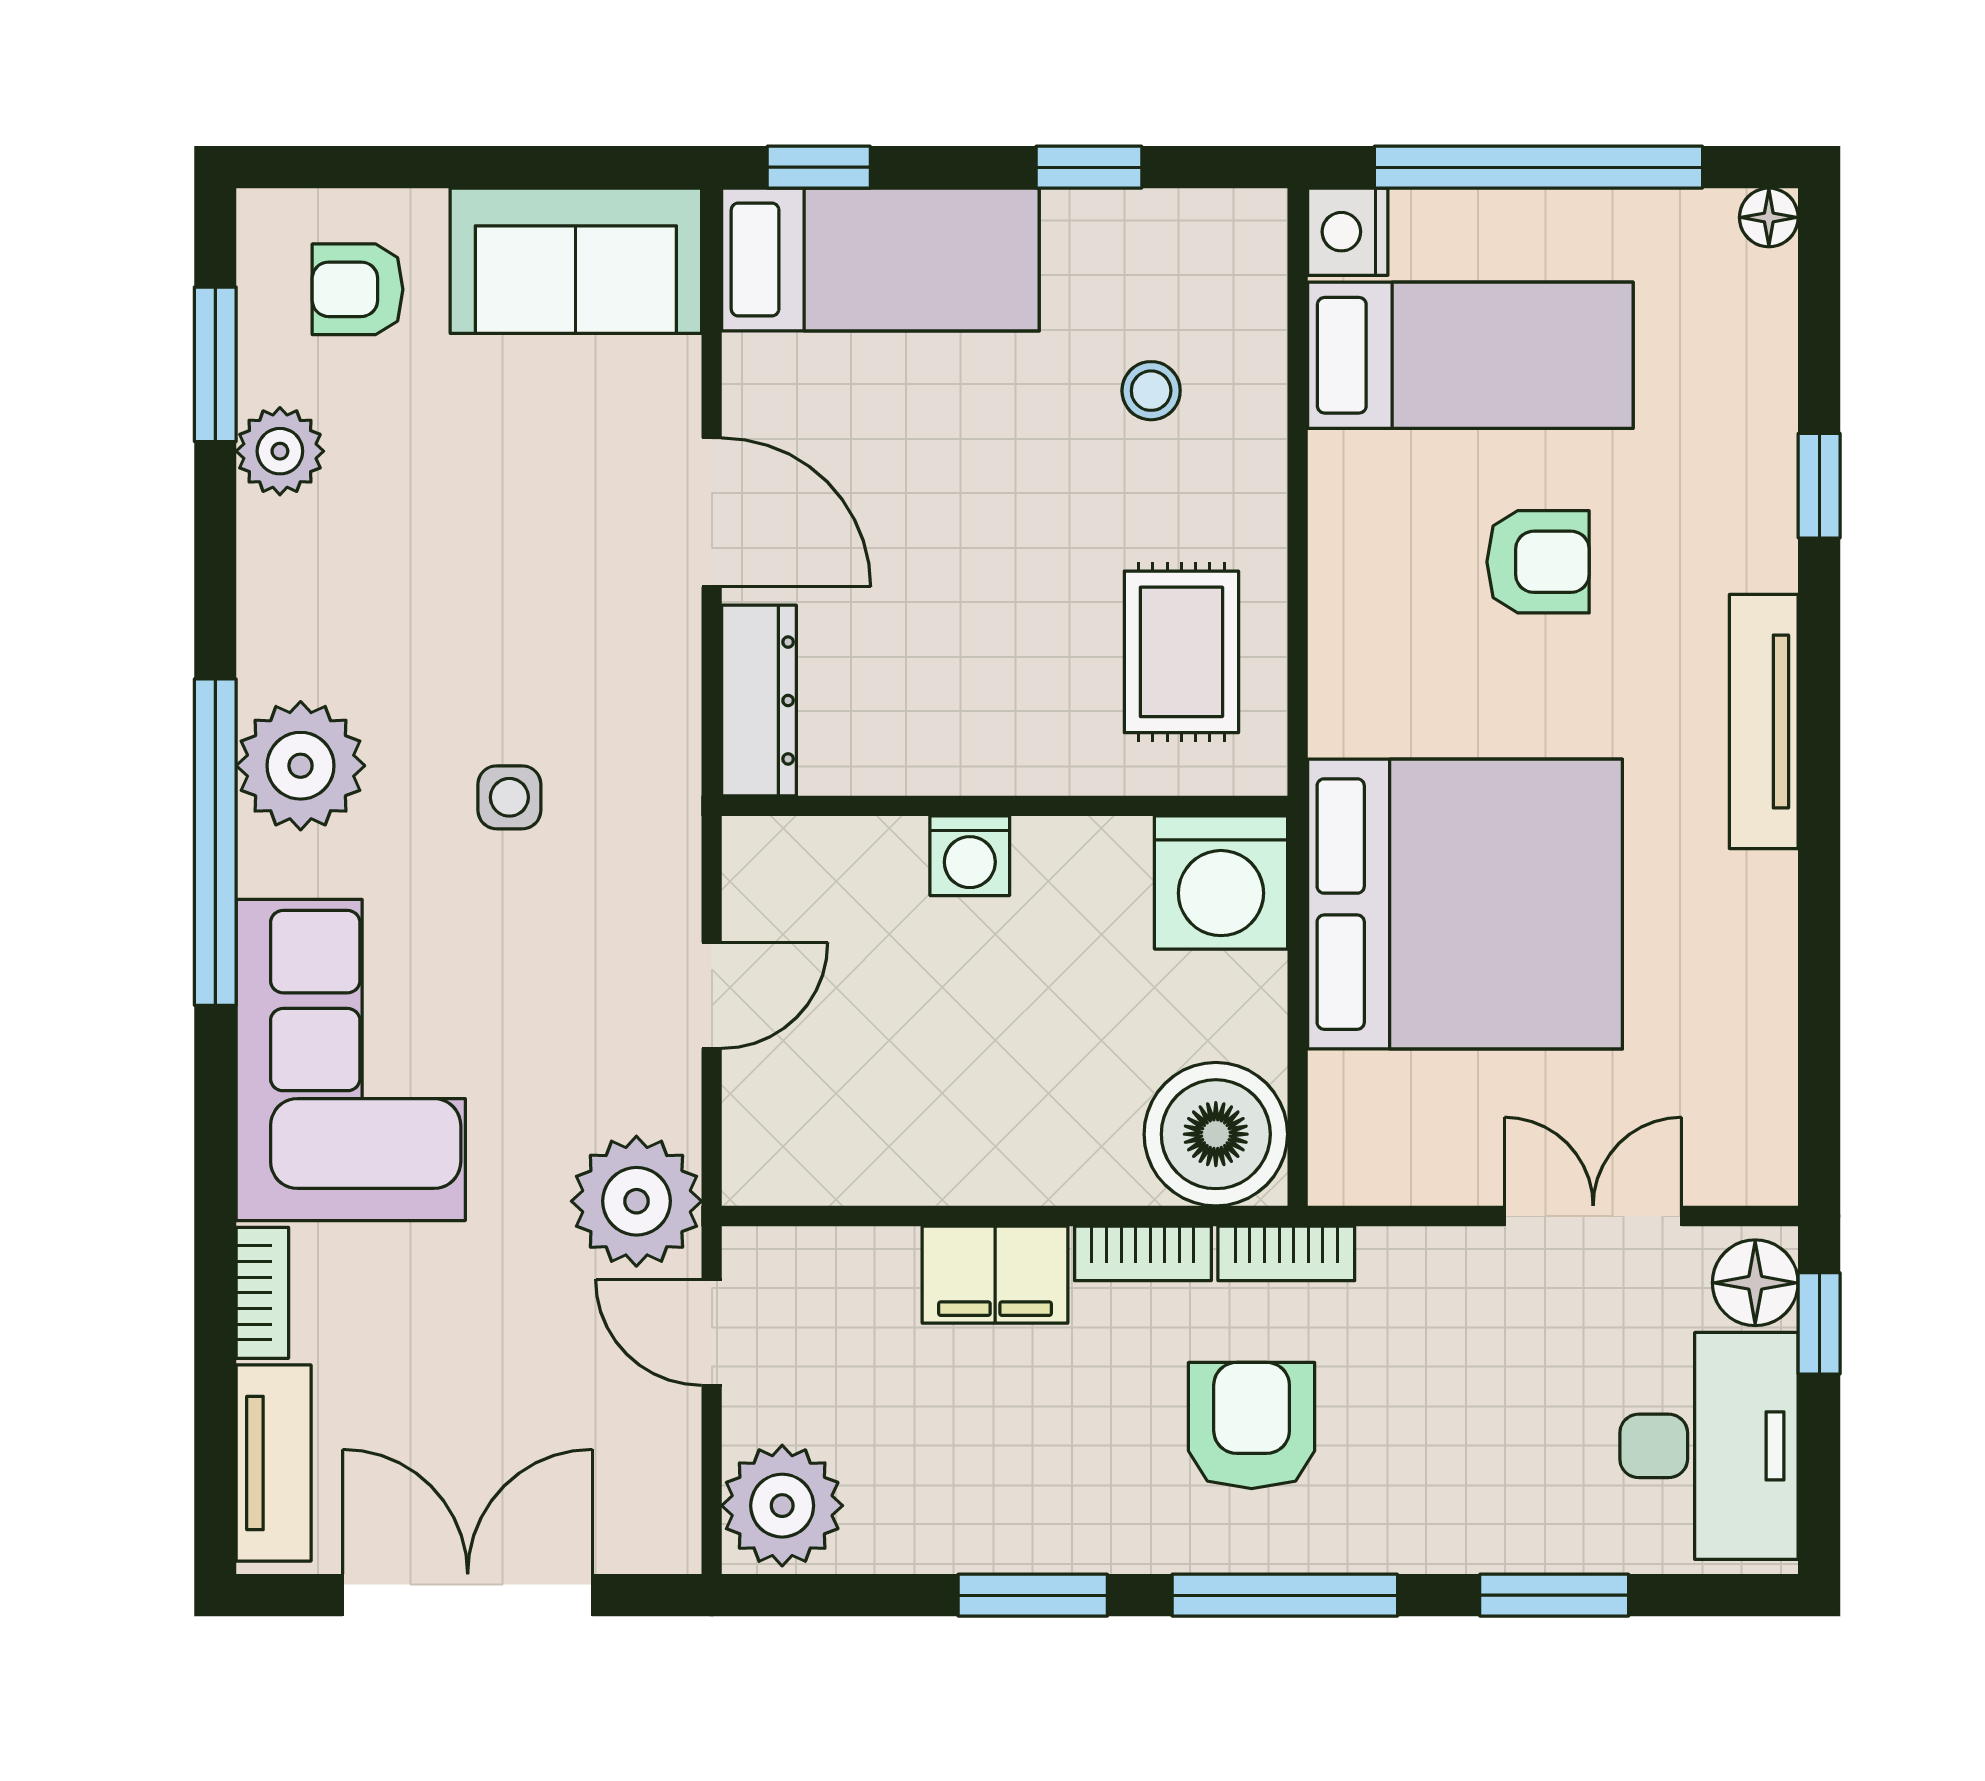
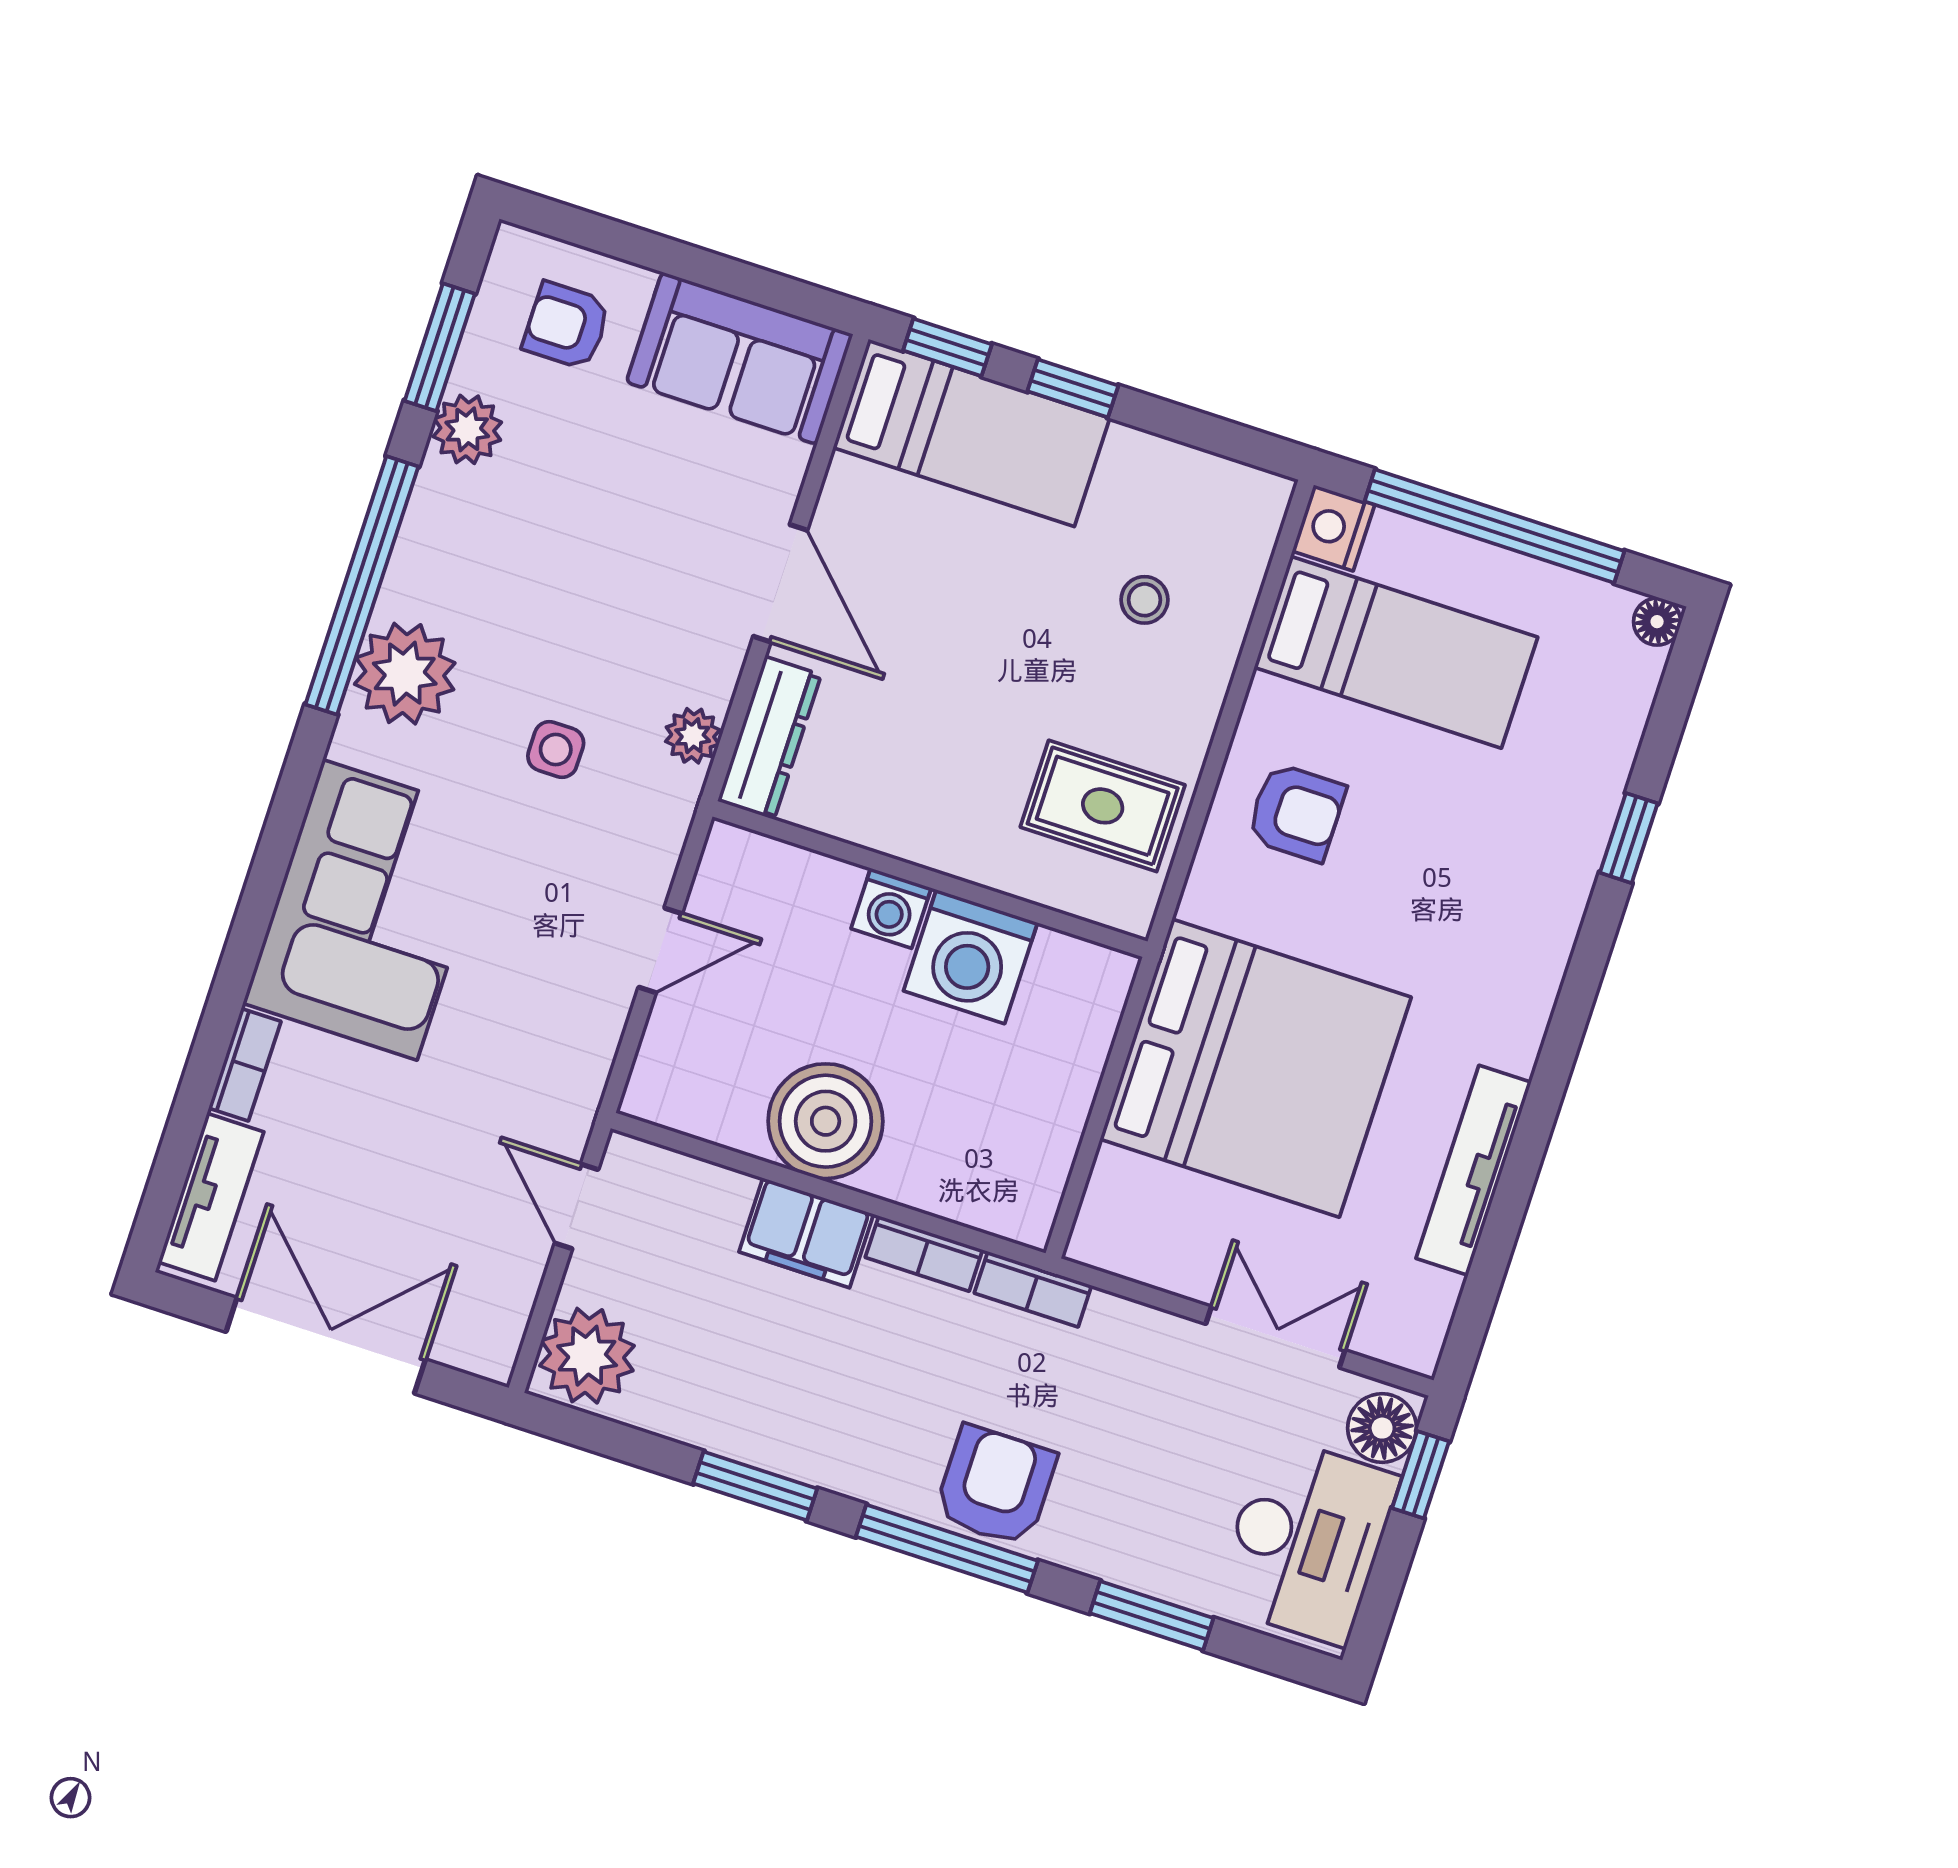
window: (1089, 167) -> (1073, 388), moved
armchair: (1538, 562) -> (1296, 812), moved
rug: (1181, 652) -> (1103, 806), turned 90
tv unit: (1764, 721) -> (1473, 1170), moved
window: (215, 842) -> (362, 585), moved
washing machine: (1221, 882) -> (970, 957), moved
boiler: (1216, 1134) -> (826, 1121), moved
plant: (636, 1201) -> (693, 736), moved, width x0.53, depth x0.53
armchair: (1252, 1426) -> (995, 1486), moved

